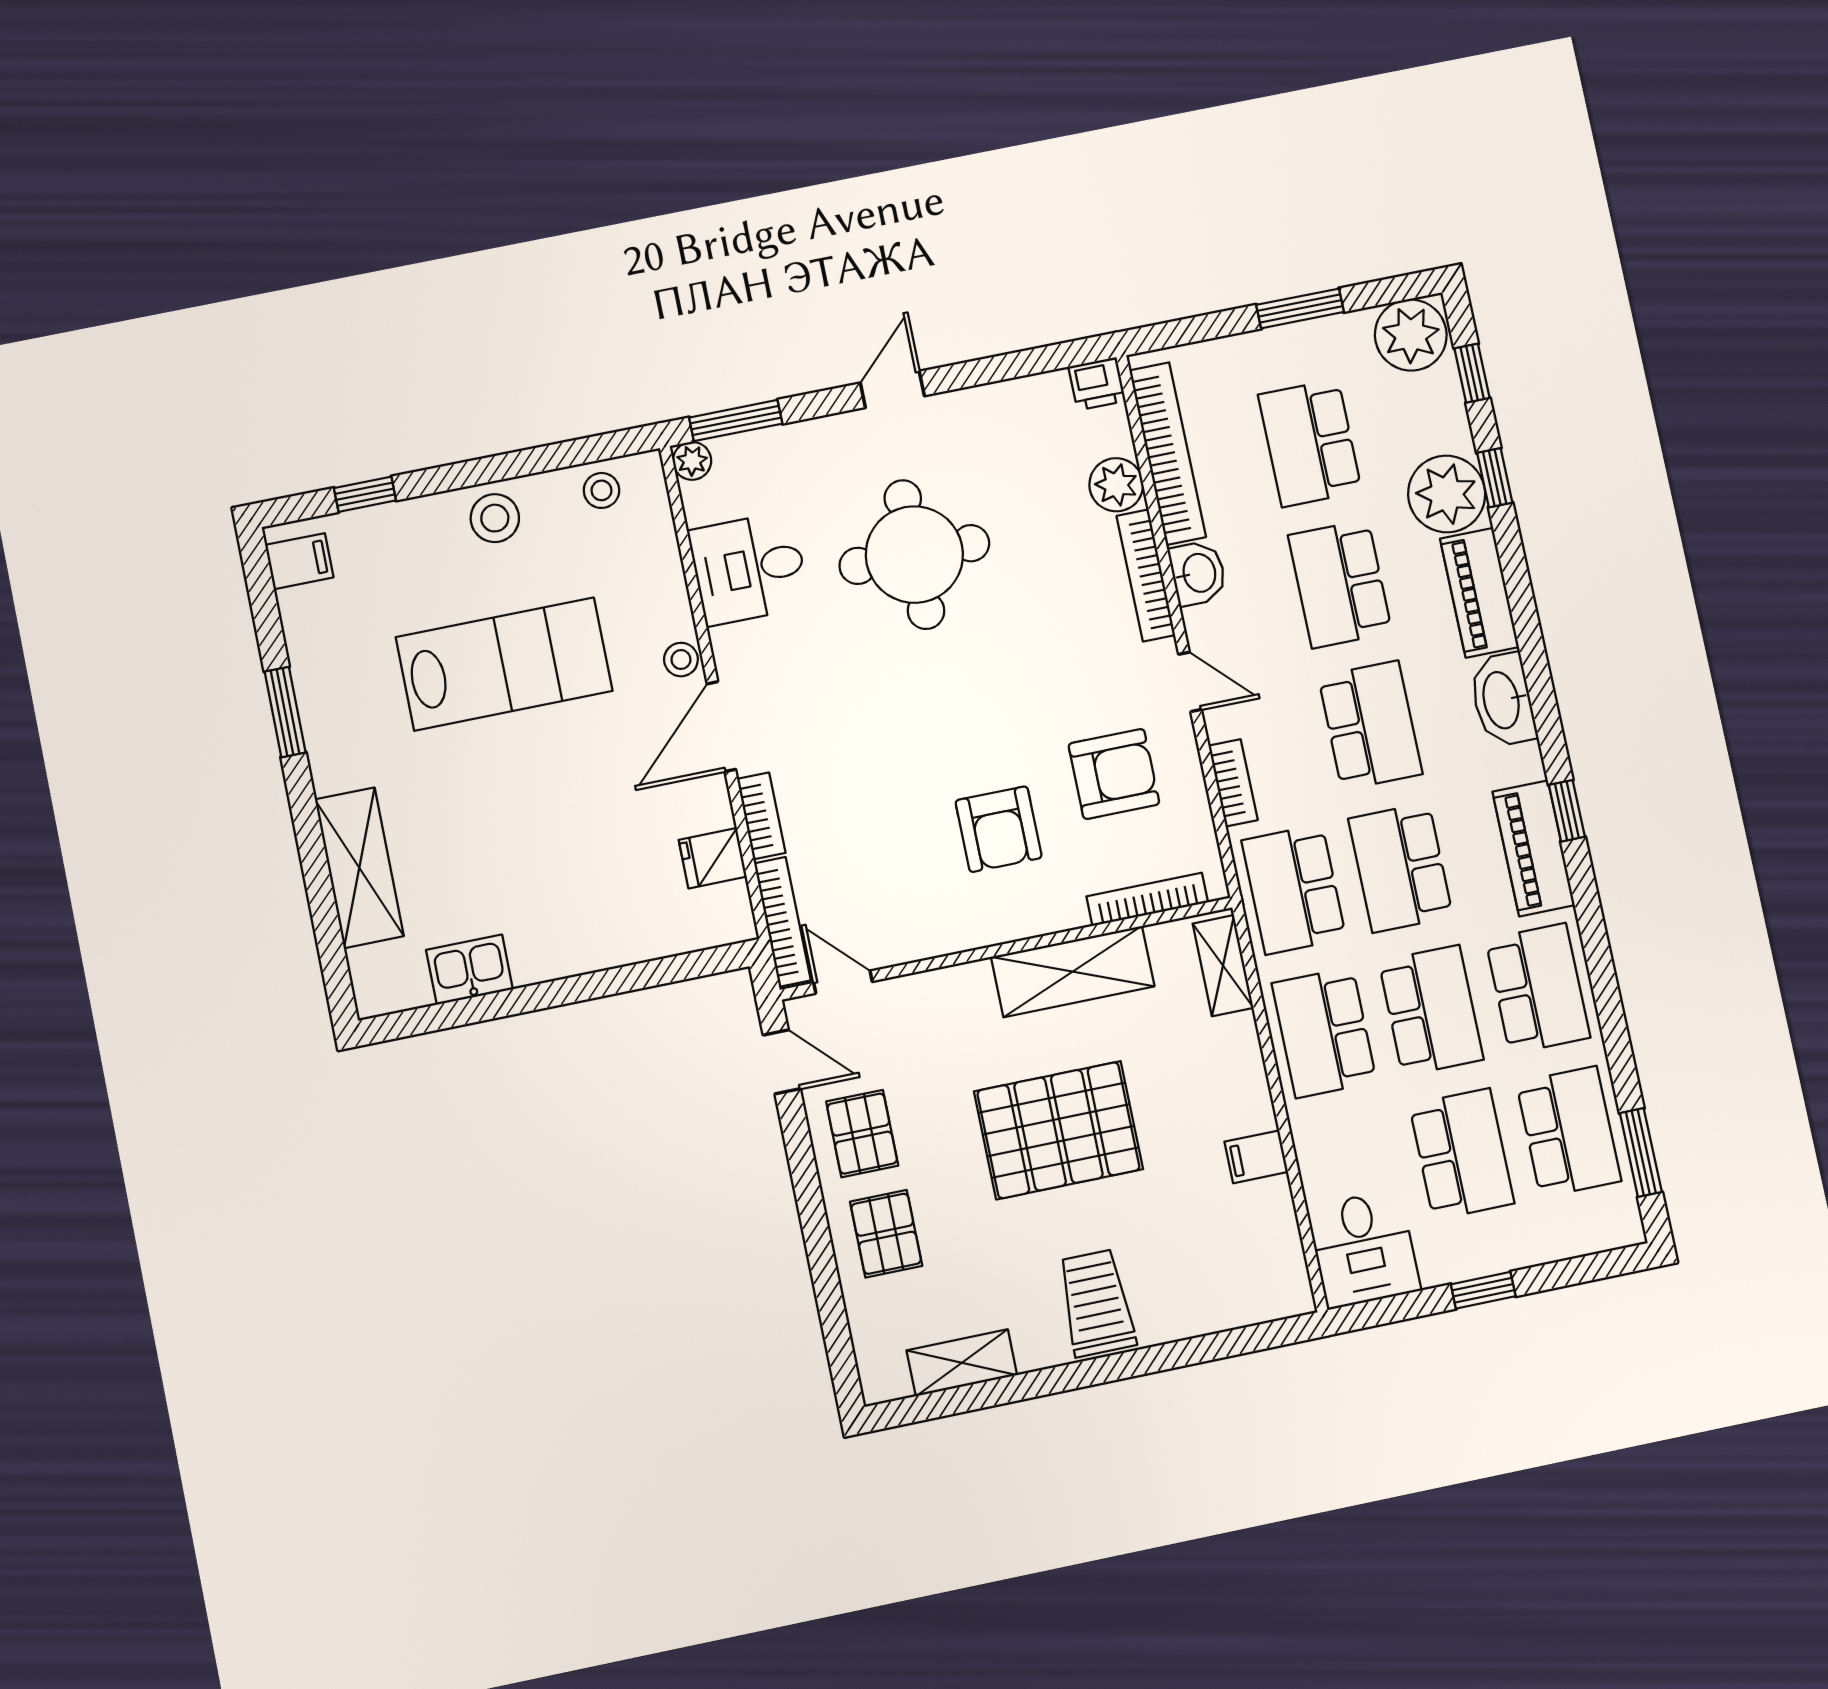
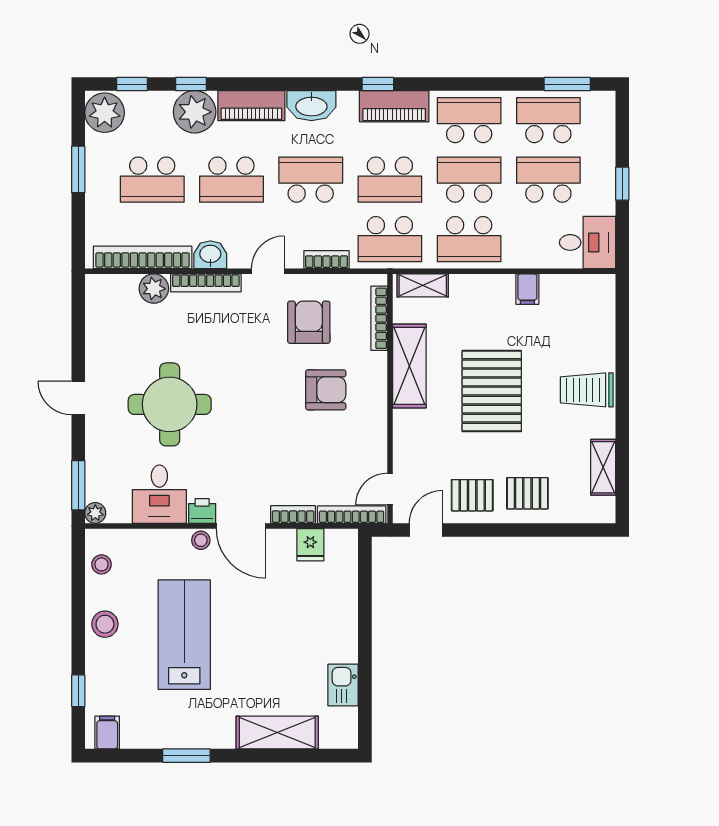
printer: (1097, 384) -> (202, 511), moved, turned -90

